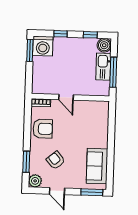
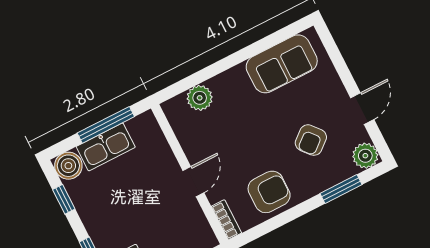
plant: (102, 121) -> (200, 98), added
armchair: (43, 129) -> (269, 192), turned 90
window: (92, 192) -> (331, 48), removed

